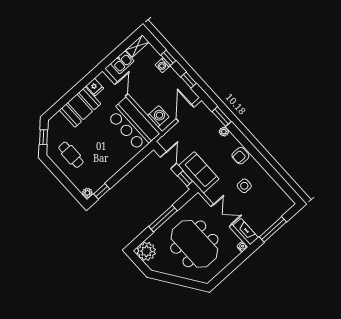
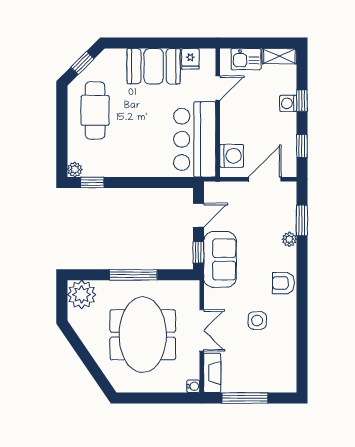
cafe table: (71, 155) -> (95, 110), width x1.37, depth x1.35

